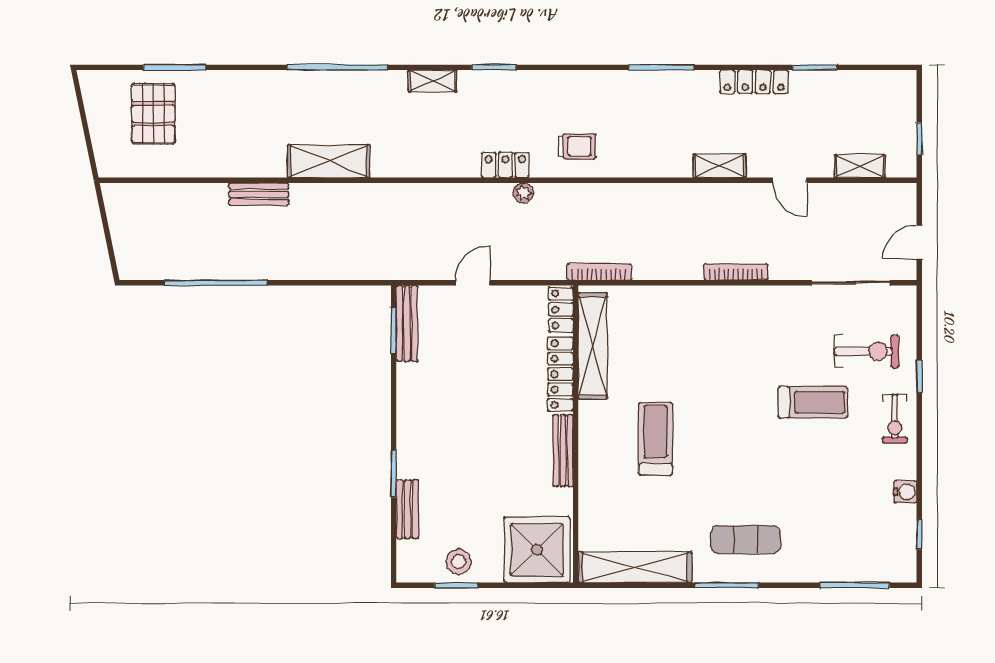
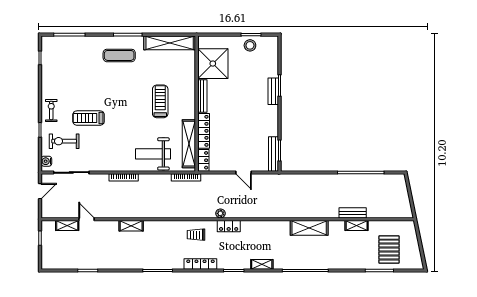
locker: (754, 82) -> (200, 264), moved
shelving: (225, 166) -> (357, 225), added
door: (790, 180) -> (87, 219), moved
bench: (259, 194) -> (353, 213), moved
door: (473, 283) -> (244, 172), hinge flipped
weight bench: (671, 323) -> (153, 154), added
treadmill: (656, 439) -> (160, 101), turned 180
water cooler: (905, 492) -> (46, 161), moved
bench: (407, 509) -> (273, 91), moved
shower: (537, 550) -> (213, 64), moved

